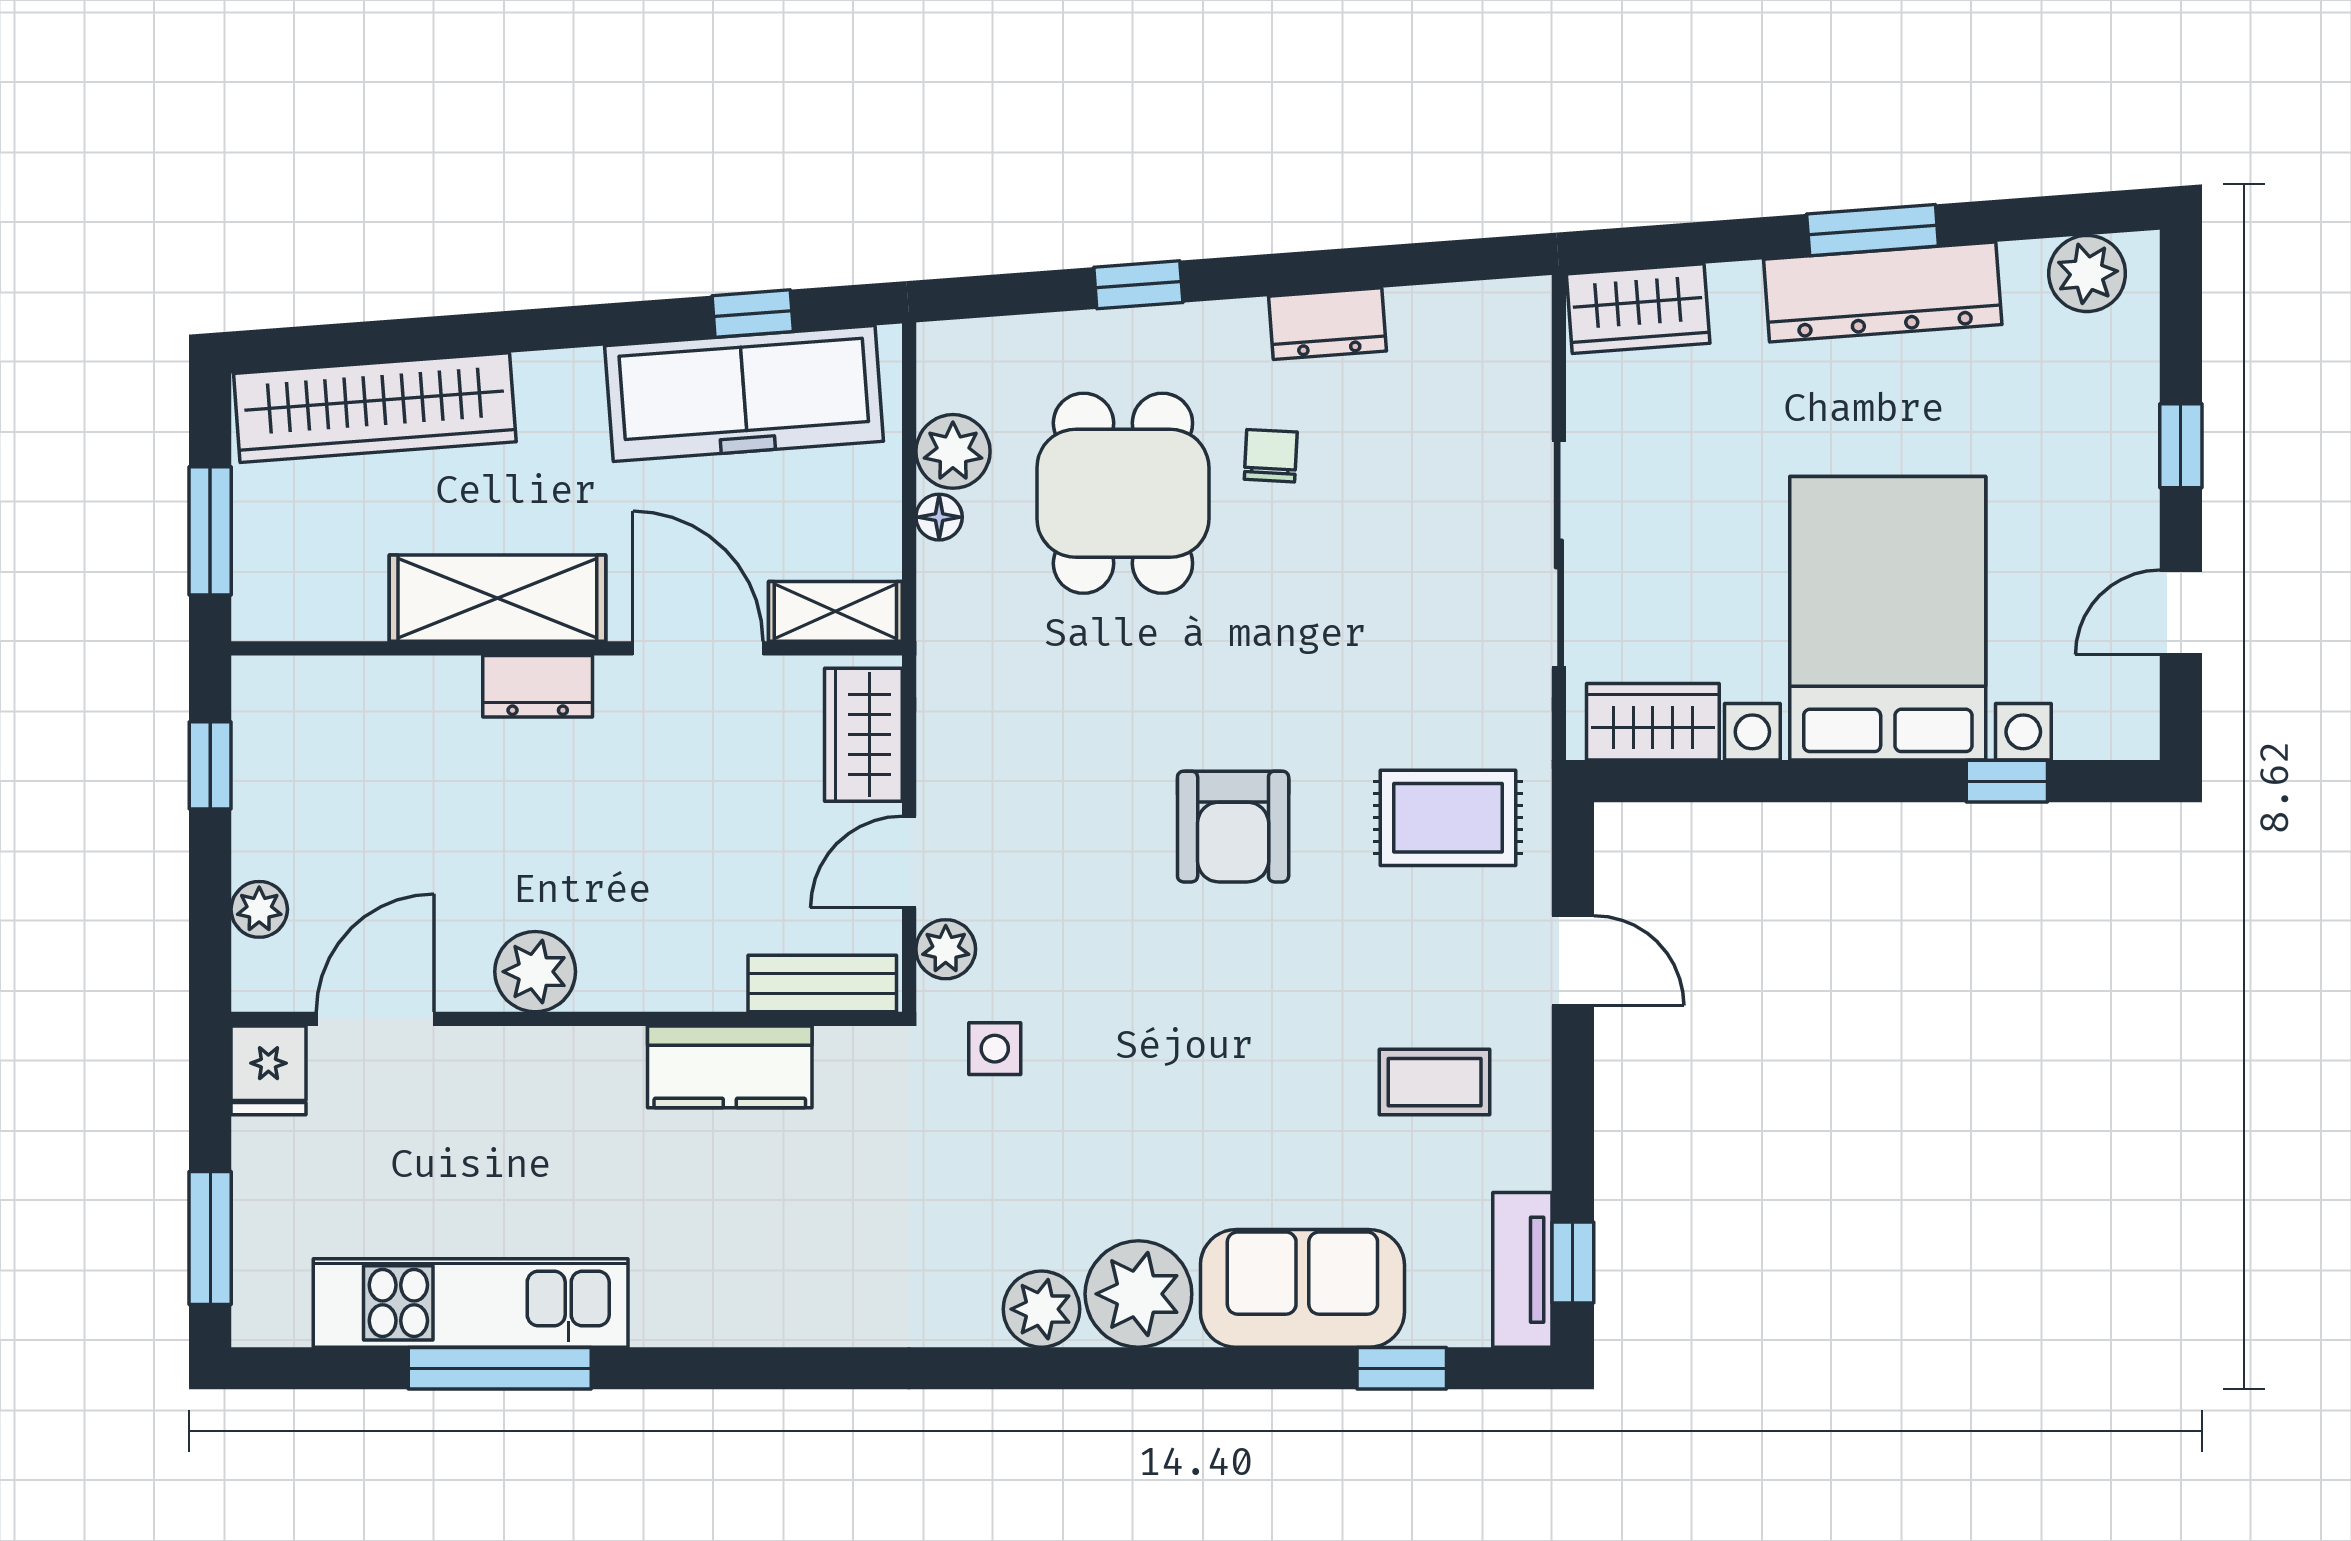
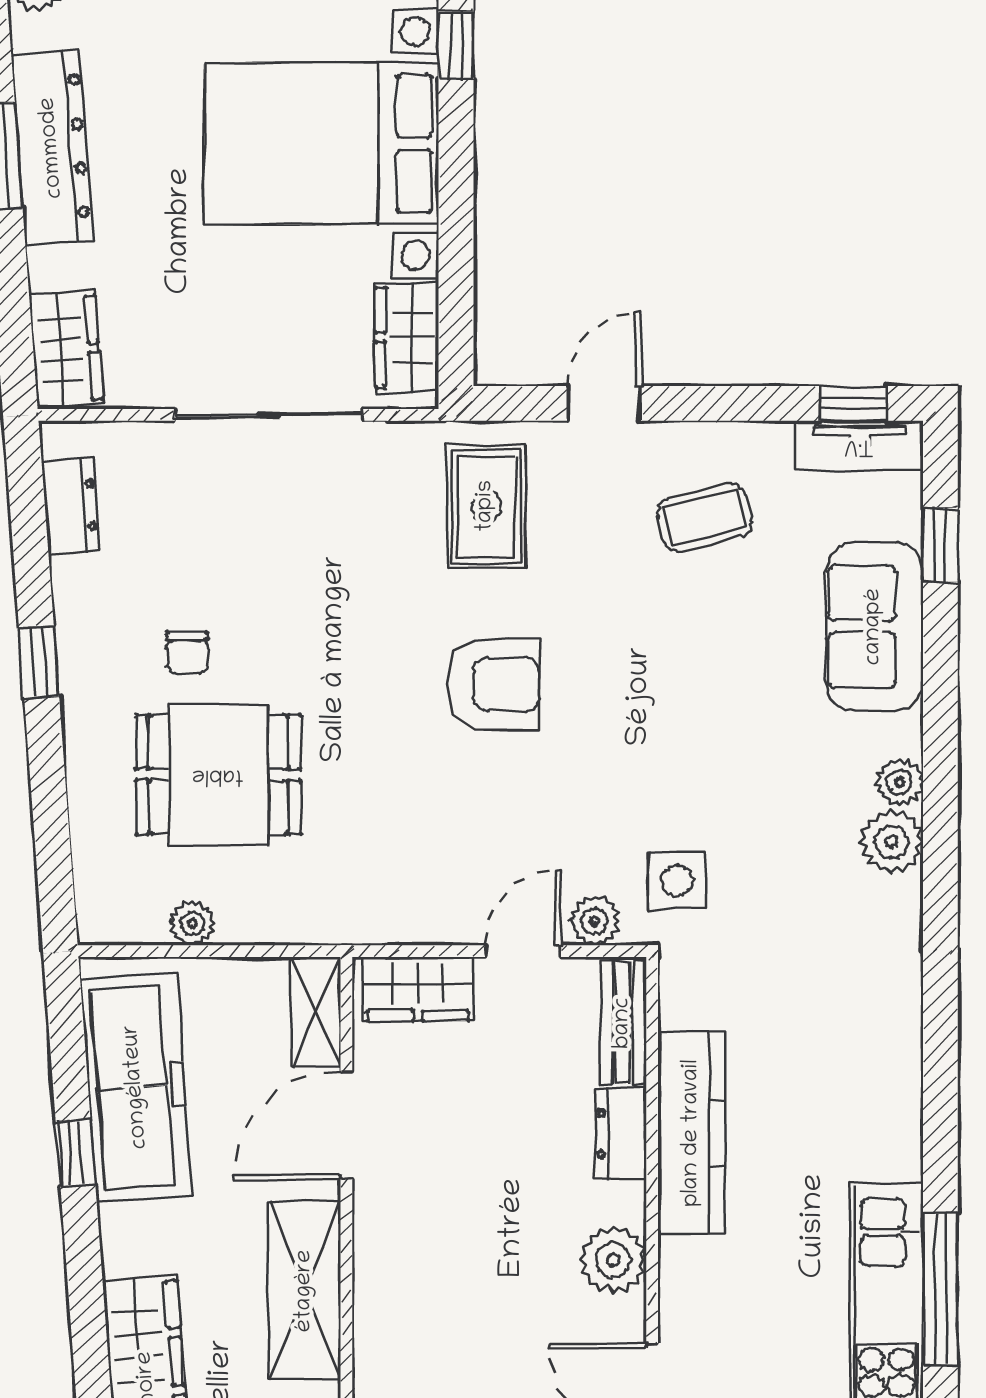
window: (1138, 285) -> (39, 662), moved
window: (753, 314) -> (76, 1153), moved
dresser: (1327, 324) -> (71, 506), moved
plant: (953, 451) -> (192, 923), width x0.73, depth x0.73
chair: (1271, 456) -> (187, 653), turned -93
floor lamp: (939, 517) -> (238, 926), removed
dresser: (538, 686) -> (621, 1134), moved, turned 180
door: (909, 862) -> (523, 951), swing flipped
side table: (995, 1049) -> (677, 880), width x1.37, depth x1.37
kitchen counter: (730, 1067) -> (692, 1133), width x1.50
coffee table: (1435, 1082) -> (704, 518), turned 76
plant: (1138, 1294) -> (900, 782), width x0.53, depth x0.53

